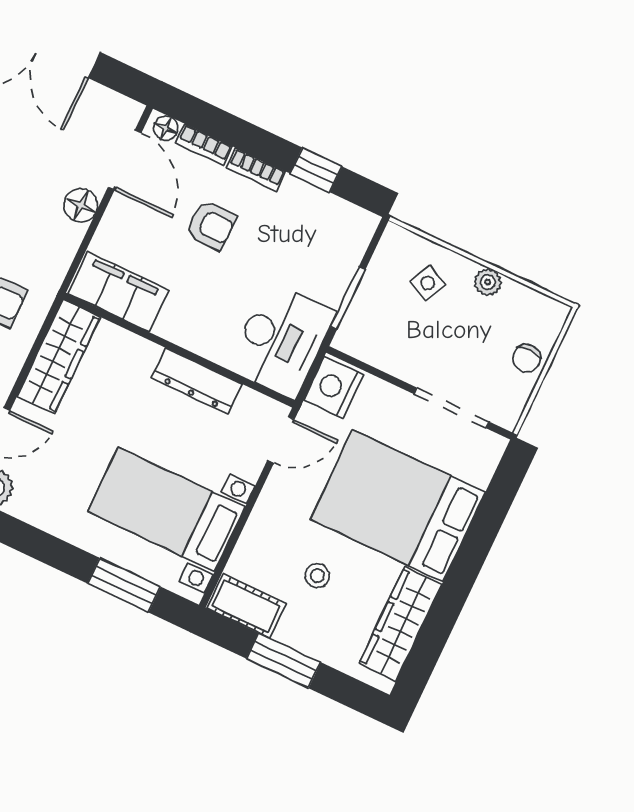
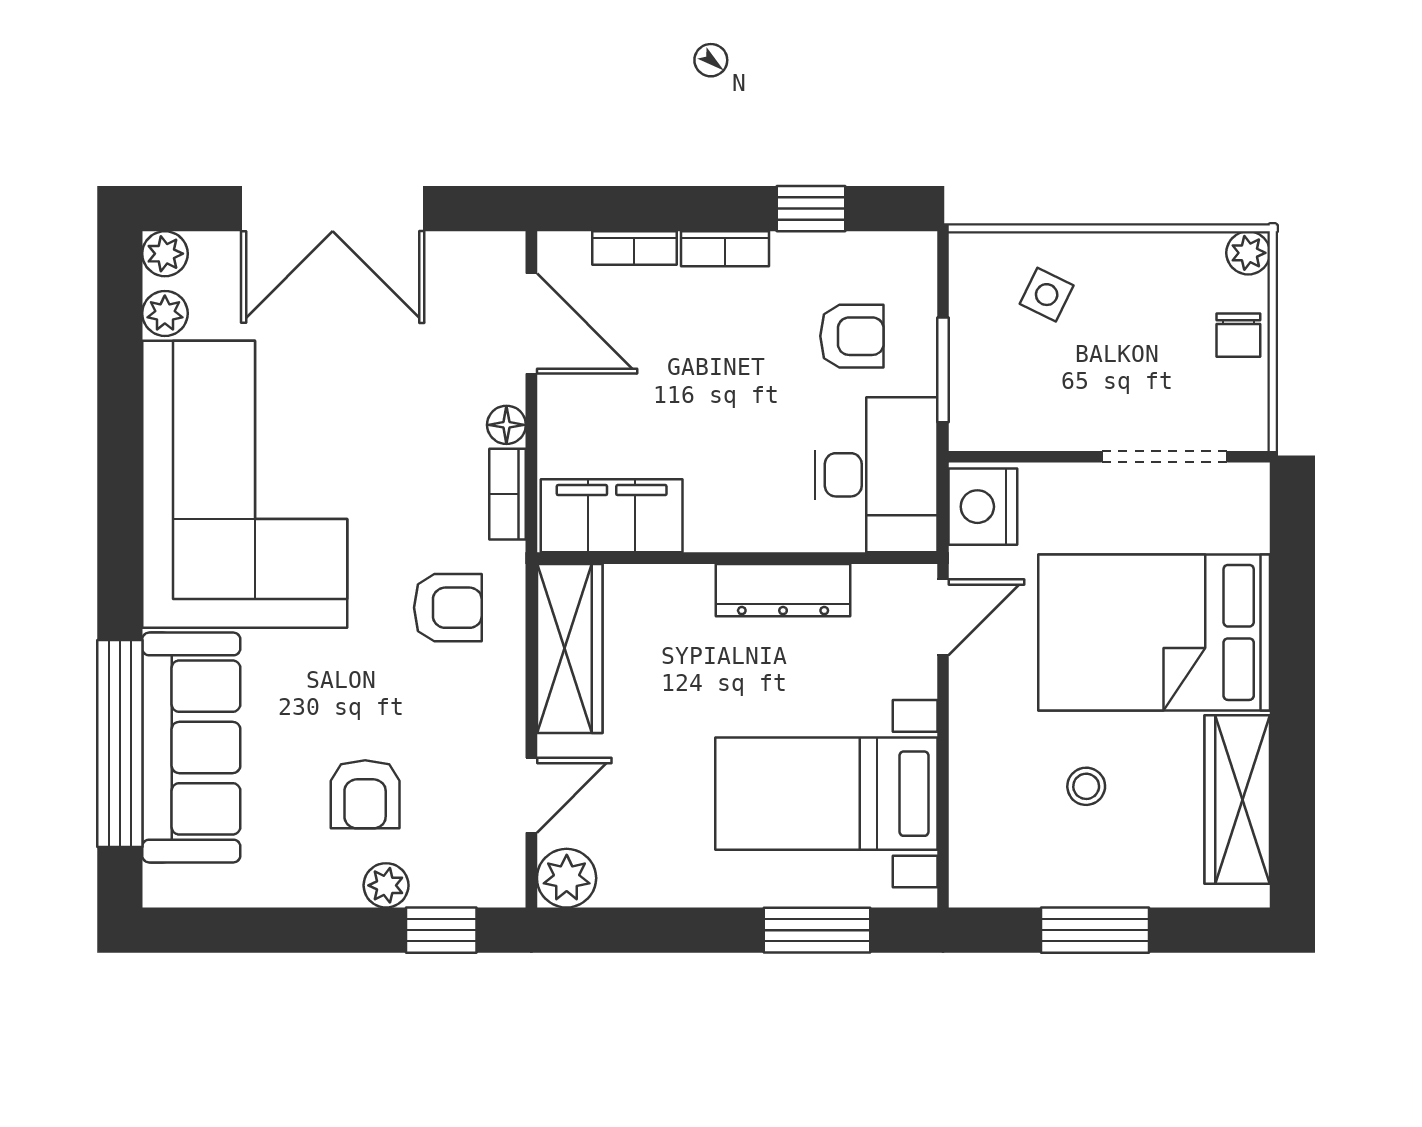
floor lamp: (166, 128) -> (569, 250), removed
floor lamp: (81, 205) -> (506, 425), width x0.73, depth x0.73
armchair: (211, 225) -> (852, 336), moved
bookcase: (65, 251) -> (508, 494), added
plant: (488, 282) -> (1248, 253), moved
cot: (246, 606) -> (1005, 878), removed

